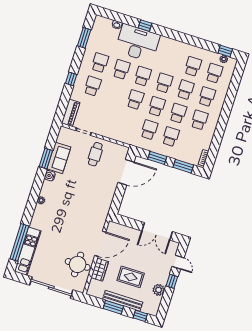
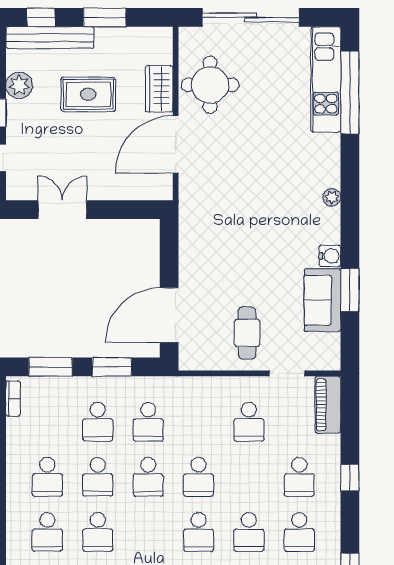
school desk: (164, 83) -> (249, 422), moved
double door: (157, 231) -> (62, 210), width x0.73
bench: (123, 301) -> (50, 38), moved

